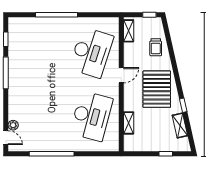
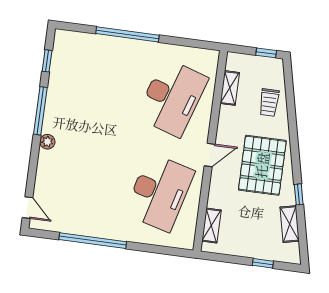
shelving: (129, 31) -> (230, 88), moved
door: (121, 75) -> (210, 155), moved
shelving: (129, 123) -> (211, 226), moved
plant: (13, 125) -> (47, 142), moved

